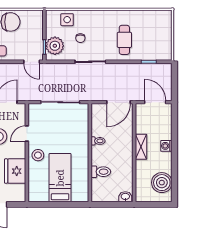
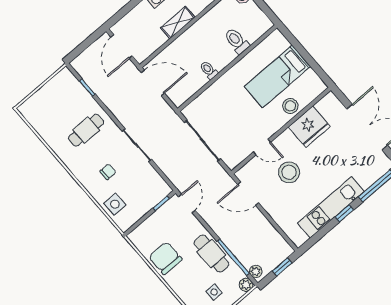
chair: (80, 38) -> (108, 172), moved
plant: (55, 46) -> (151, 194), removed
stool: (38, 155) -> (290, 106), moved

